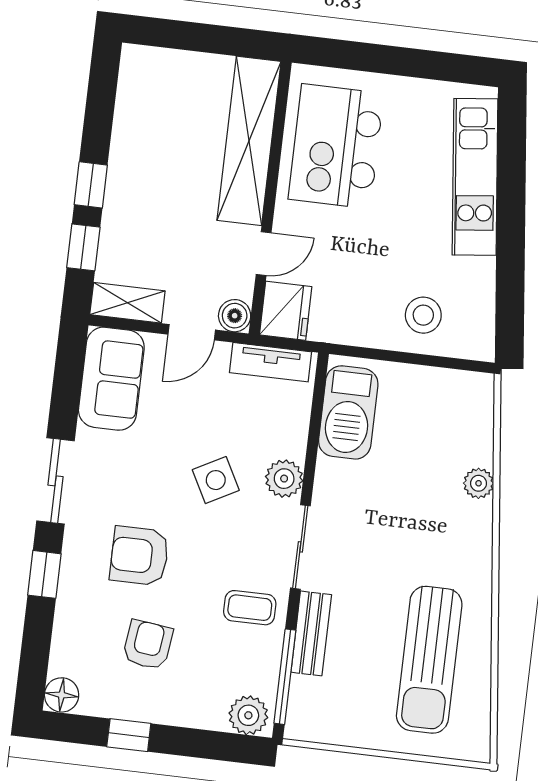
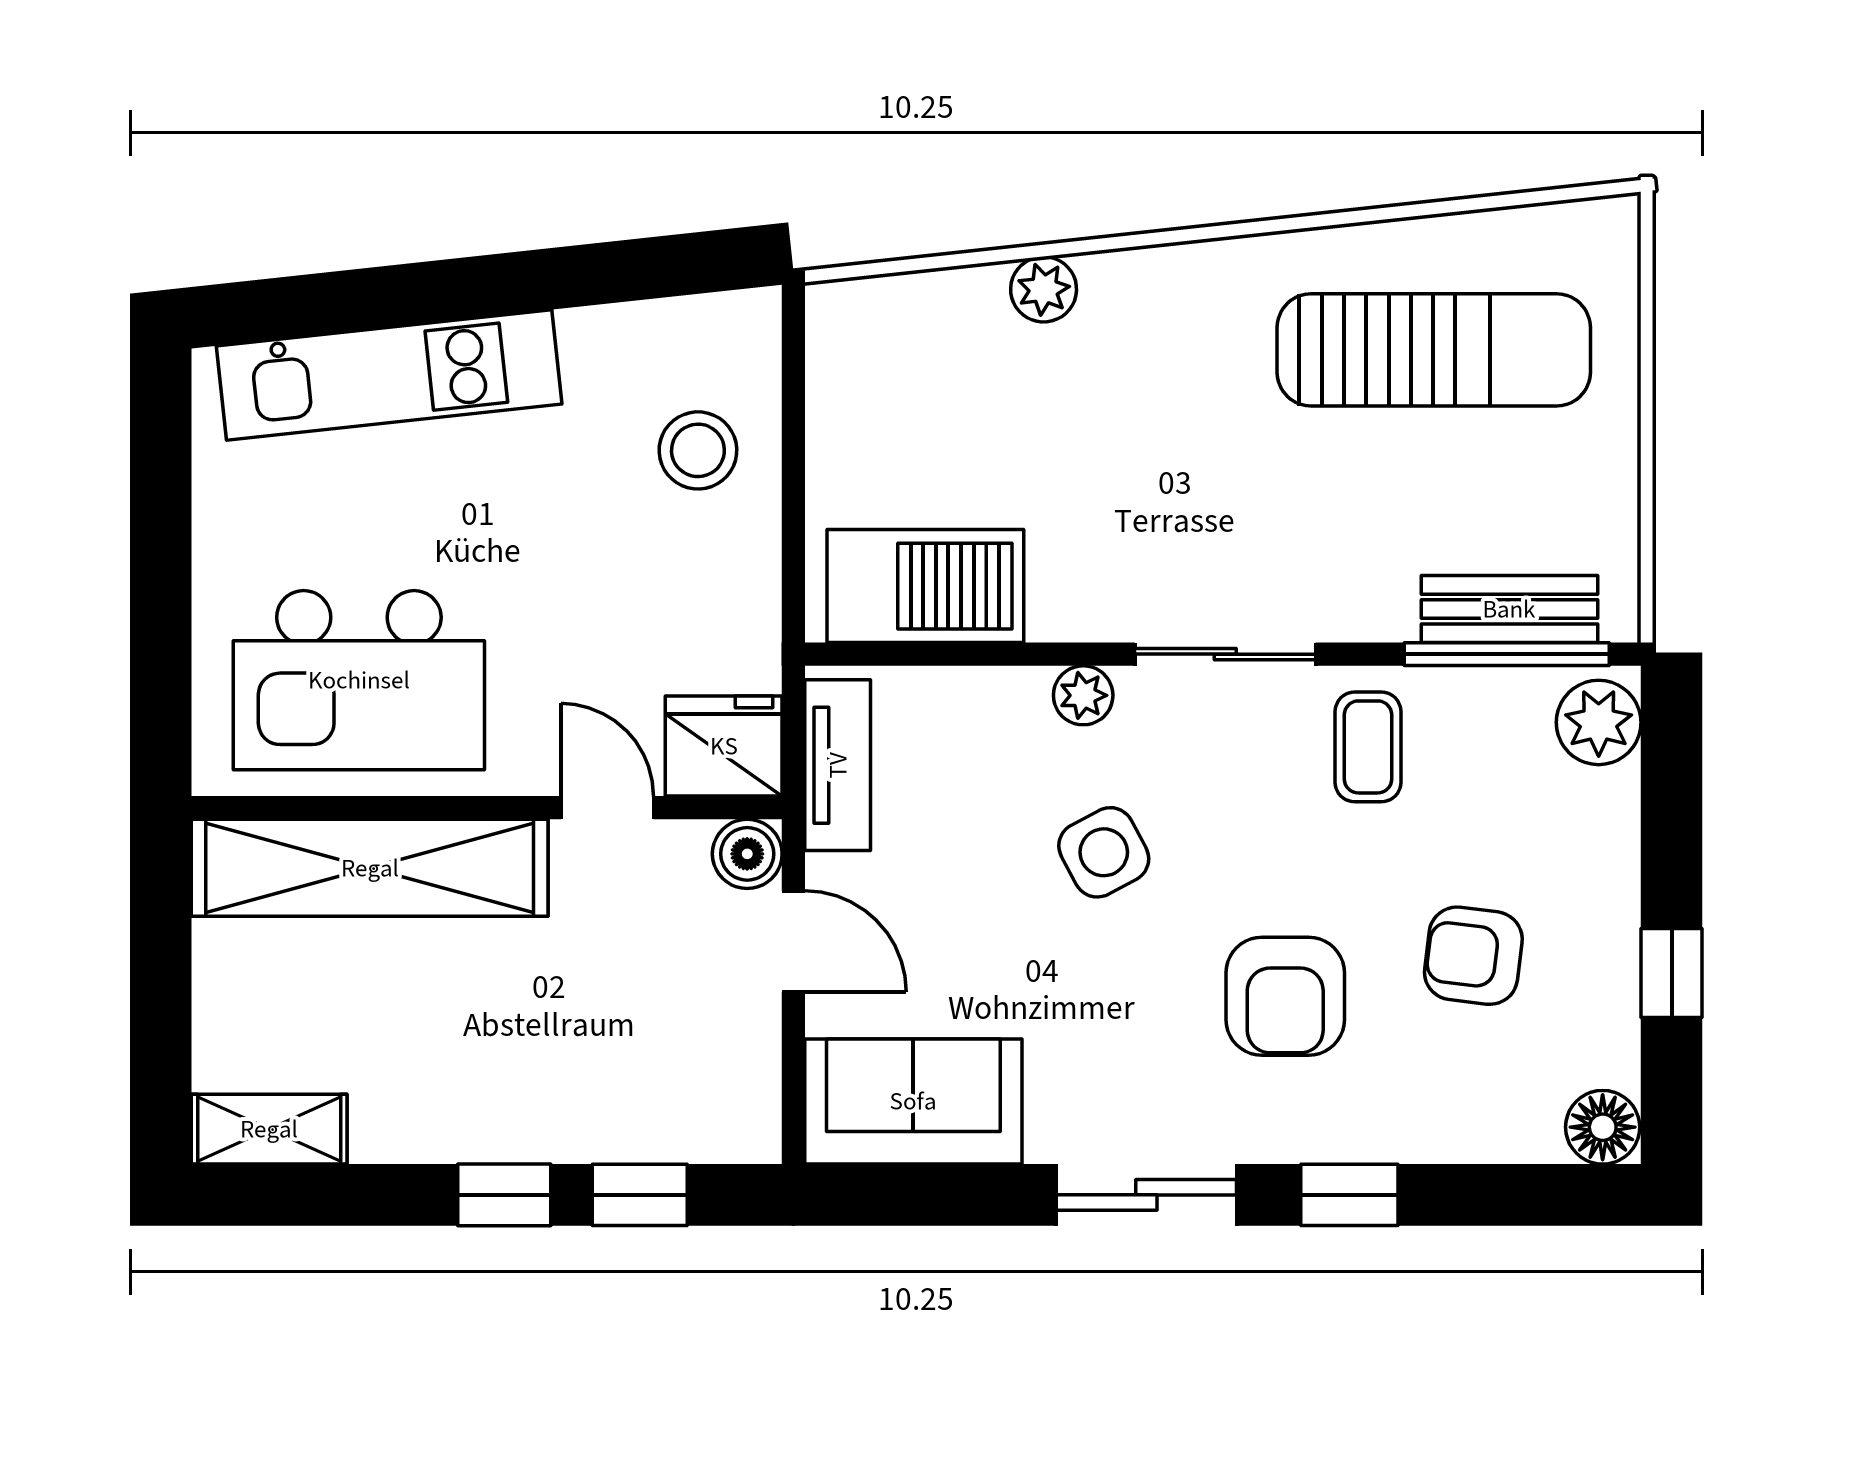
shelving: (127, 303) -> (269, 1129), moved, turned 90
plant: (284, 479) -> (1083, 695), width x0.73, depth x0.73
bench: (311, 633) -> (1509, 609), moved

